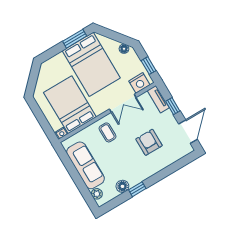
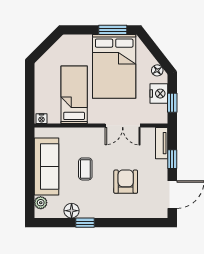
nightstand: (139, 83) -> (159, 94), moved, turned -90
bed: (70, 105) -> (74, 95), width x0.67
coffee table: (108, 132) -> (85, 169), moved

